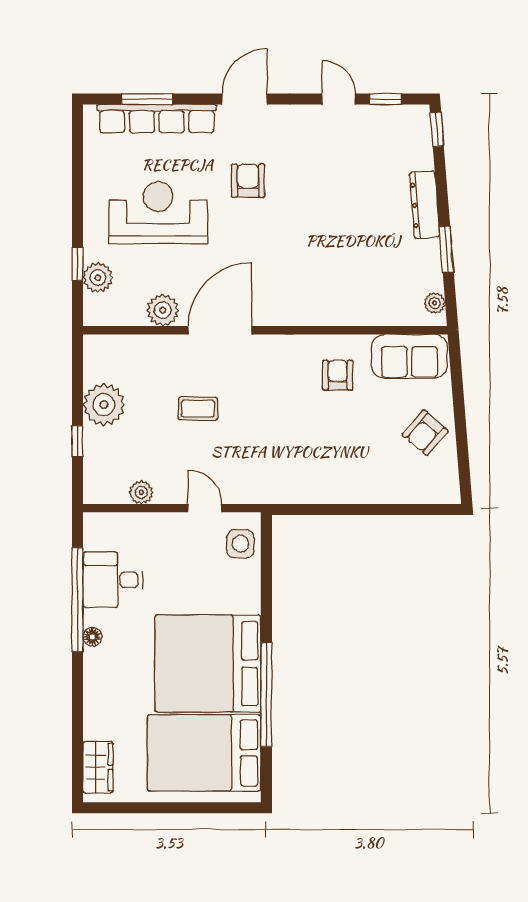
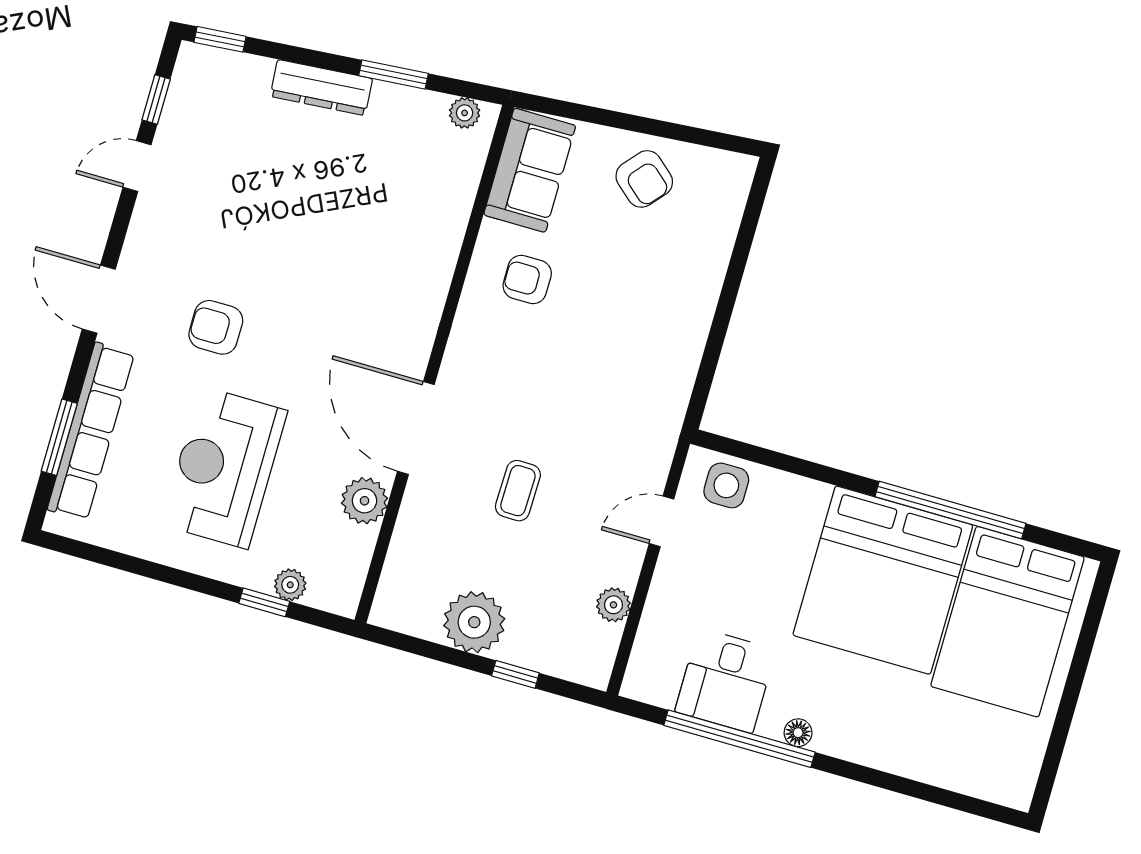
plant: (98, 277) -> (290, 585), width x0.73, depth x0.73
wardrobe: (98, 767) -> (985, 778), removed

